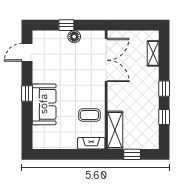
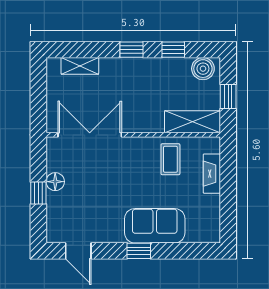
boiler: (151, 137) -> (203, 69), added
fireplace: (91, 143) -> (212, 174), moved

